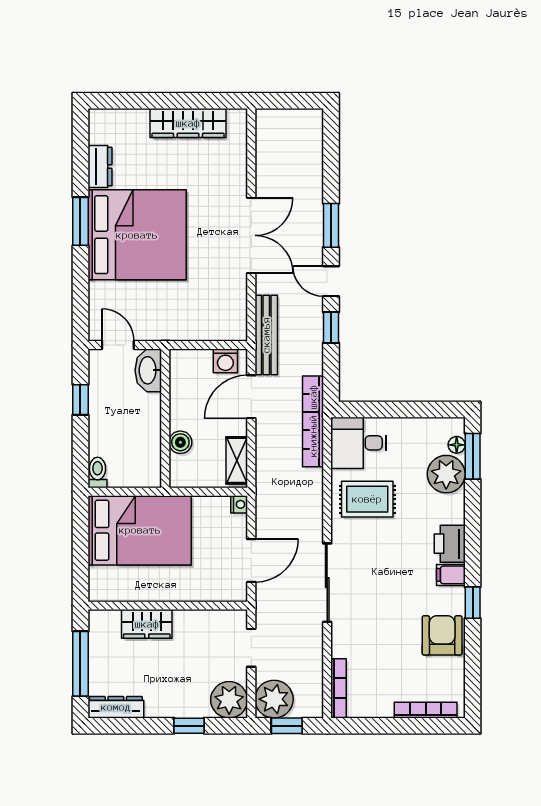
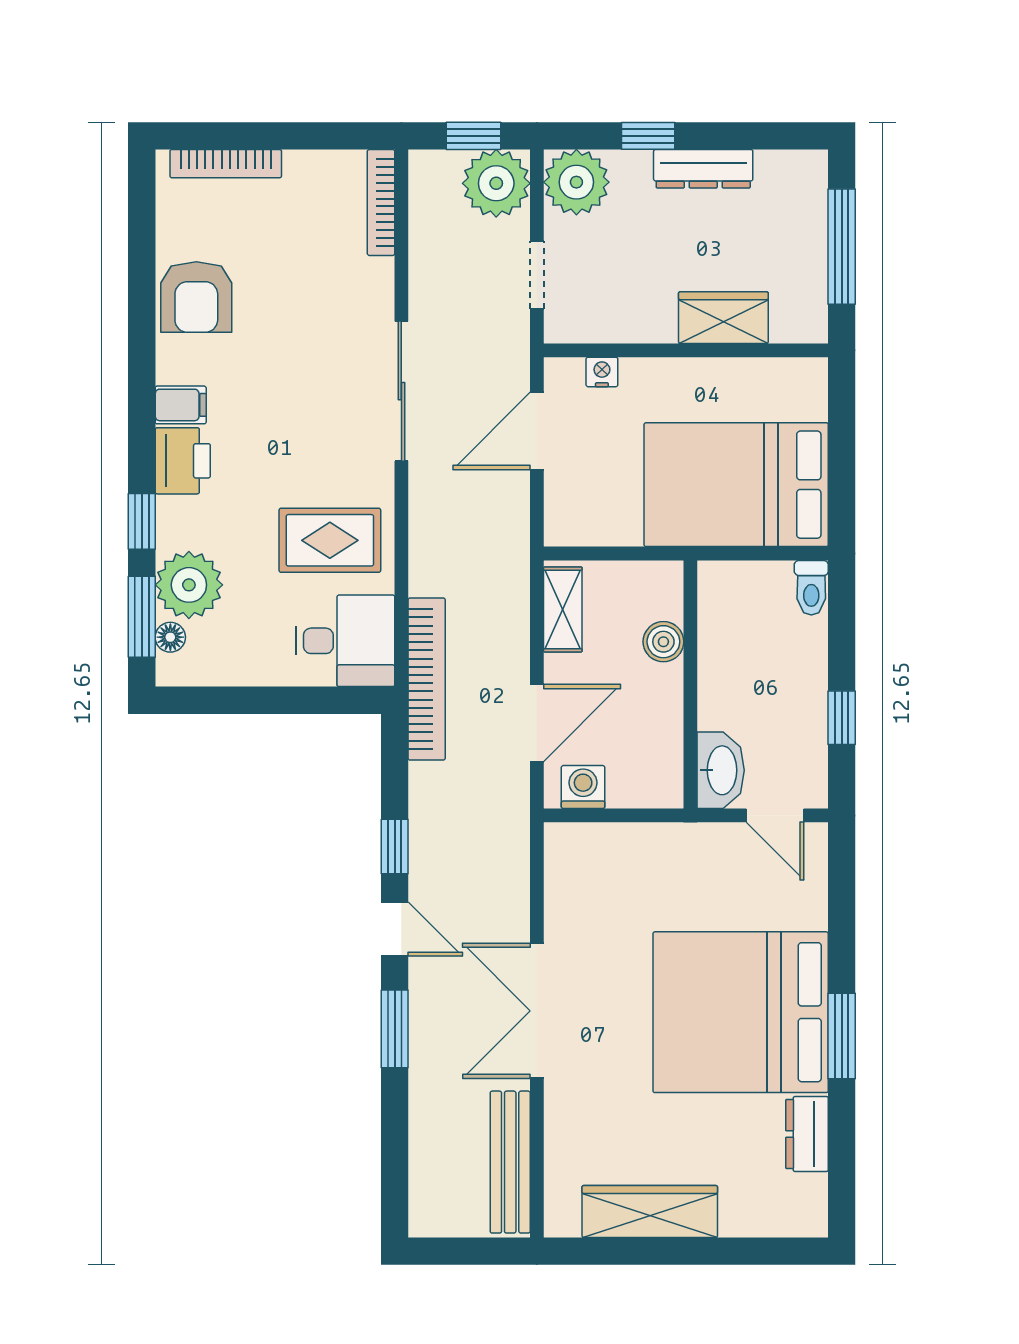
bench: (266, 335) -> (510, 1162), moved
nightstand: (239, 504) -> (602, 372), moved, turned 90
window: (473, 603) -> (142, 521), moved
dresser: (116, 707) -> (703, 169), moved

